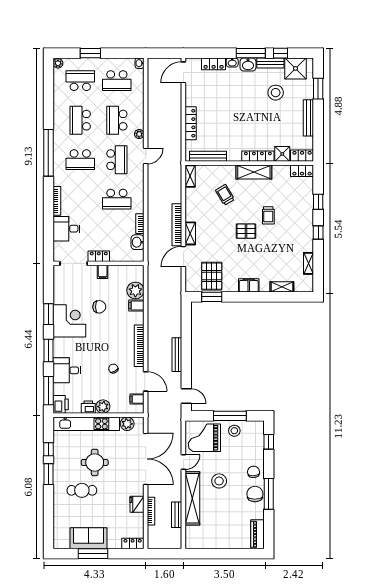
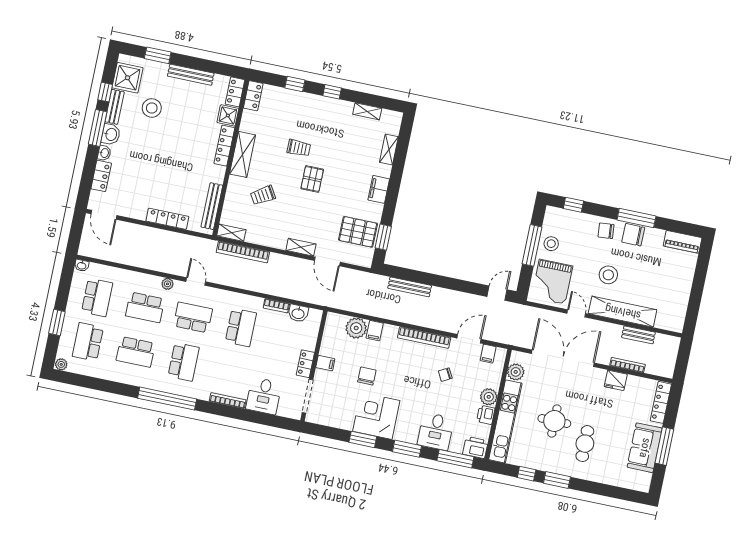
bookcase: (177, 225) -> (243, 252), moved
bench: (177, 355) -> (410, 287), moved
locker: (133, 543) -> (661, 402), width x1.53

